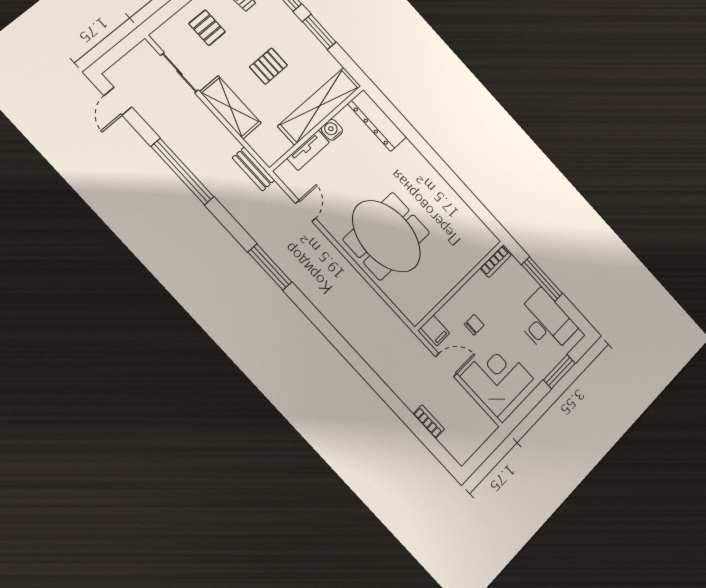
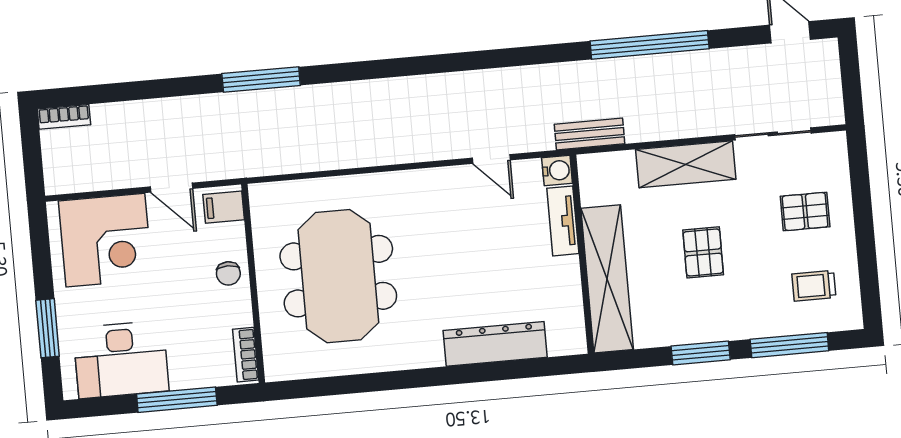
dresser: (377, 120) -> (495, 344), moved
water cooler: (332, 130) -> (557, 170), moved
meeting table: (386, 236) -> (338, 276), moved, turned 90
window: (270, 267) -> (261, 79), moved
chair: (474, 325) -> (228, 273), moved
door: (446, 365) -> (171, 188), hinge flipped
bookcase: (429, 422) -> (64, 117), moved

